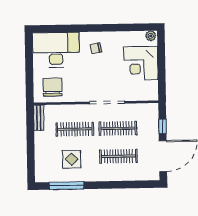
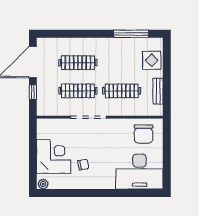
chair: (96, 48) -> (83, 165), moved
bench: (39, 118) -> (158, 91), moved
display table: (72, 159) -> (152, 60), moved

